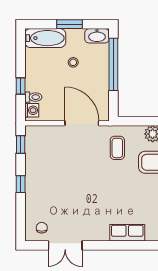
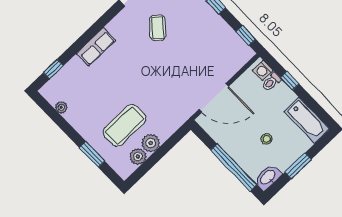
bathtub: (45, 38) -> (307, 120), moved, turned -90
coffee table: (117, 148) -> (158, 28), moved, turned 41

